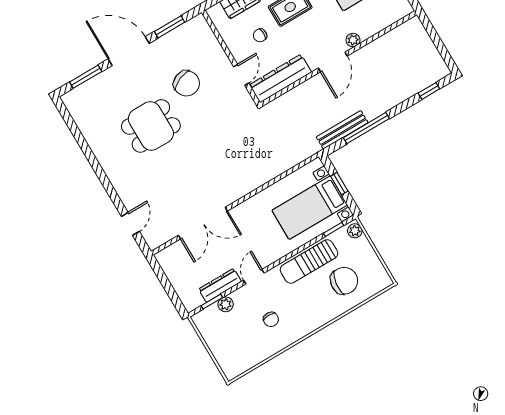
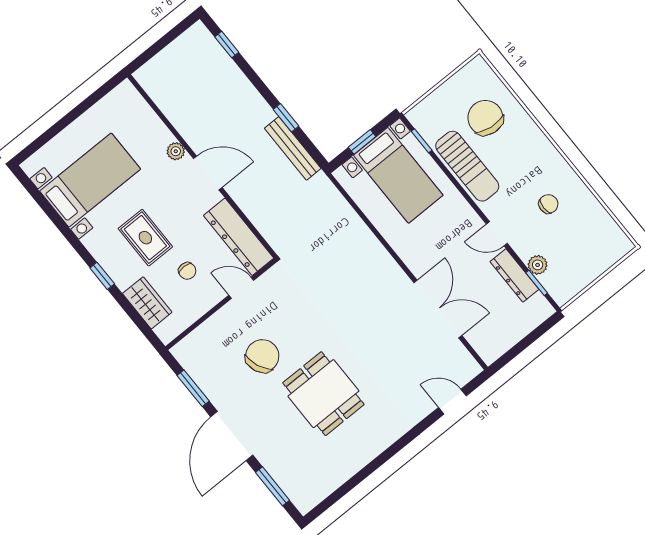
window: (366, 128) -> (286, 118), width x0.46
plant: (355, 231) -> (419, 113), removed

